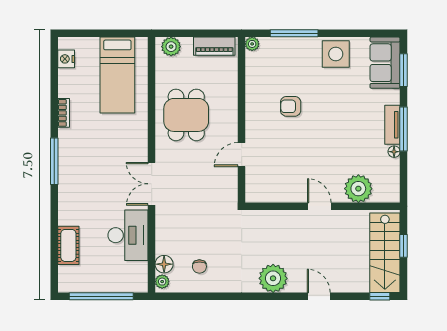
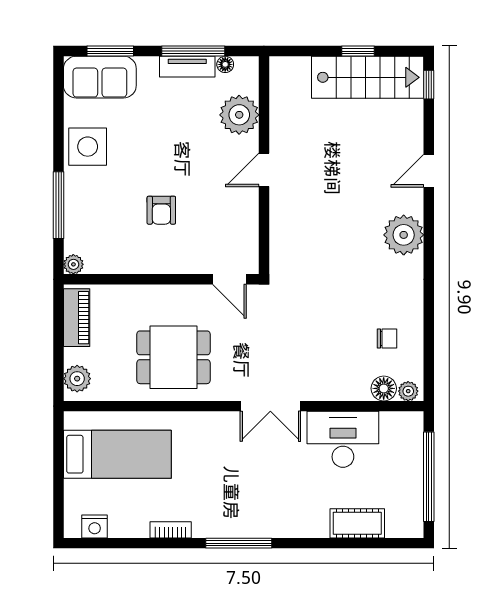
plant: (358, 189) -> (239, 115), moved
door: (319, 206) -> (264, 170), moved
wall: (323, 206) -> (264, 165), moved

